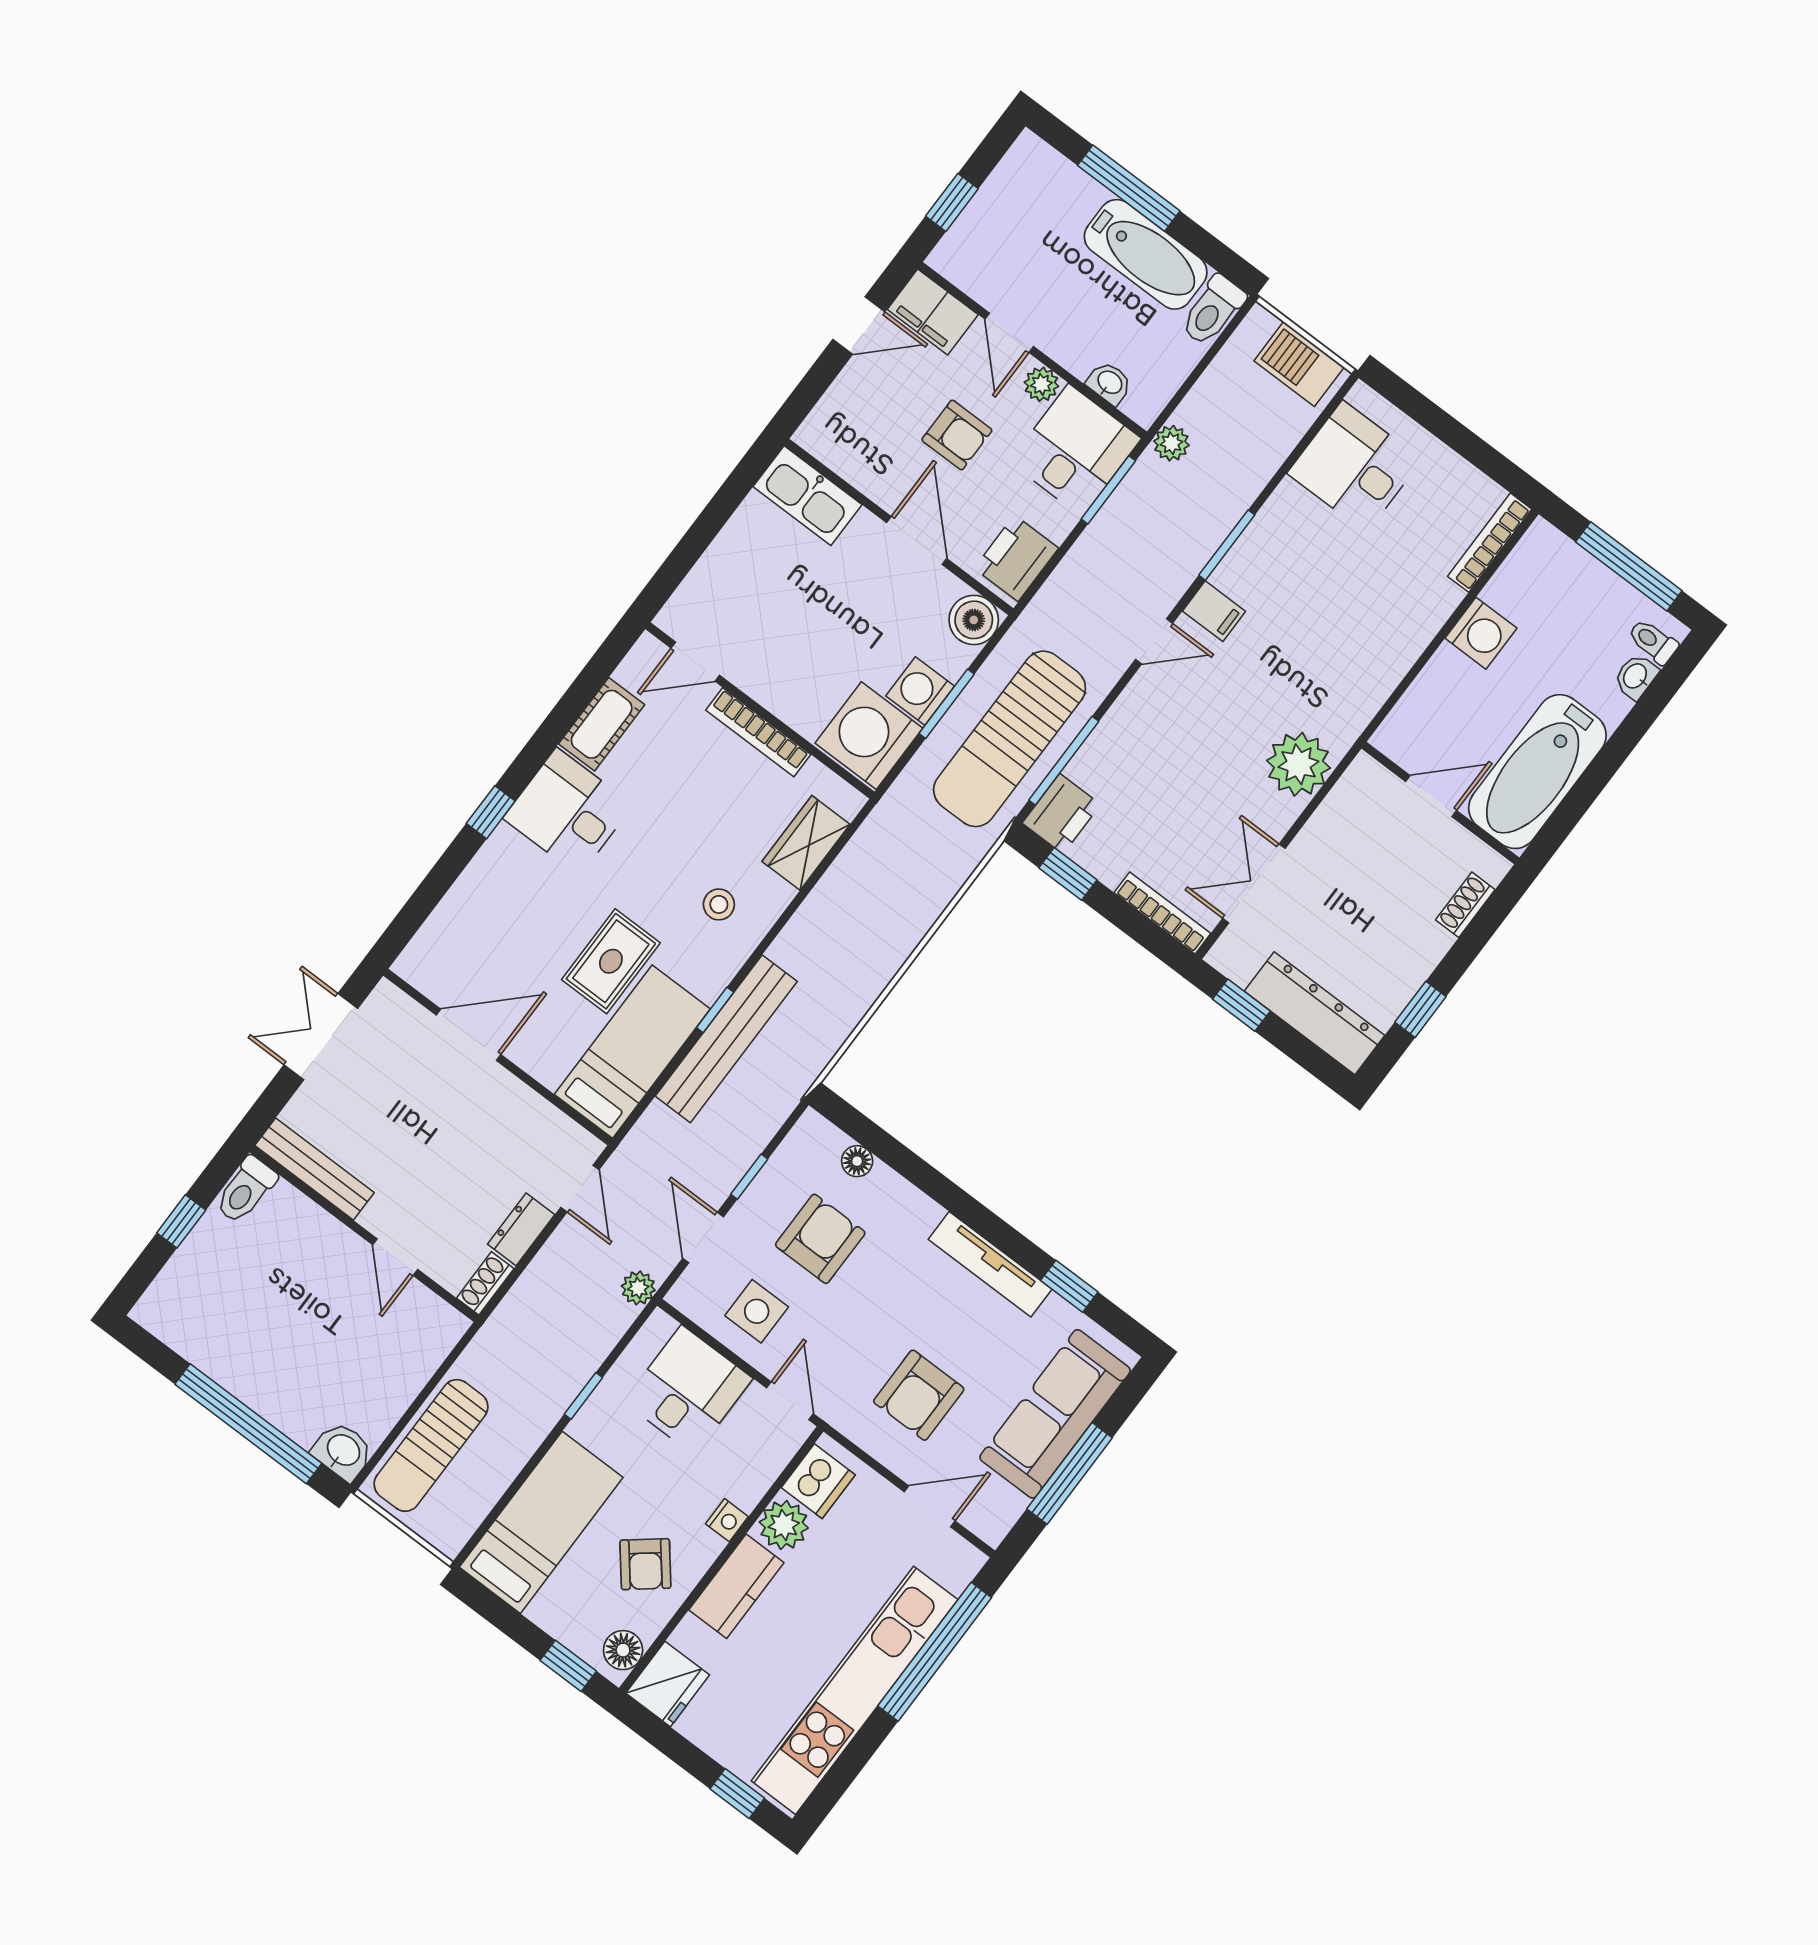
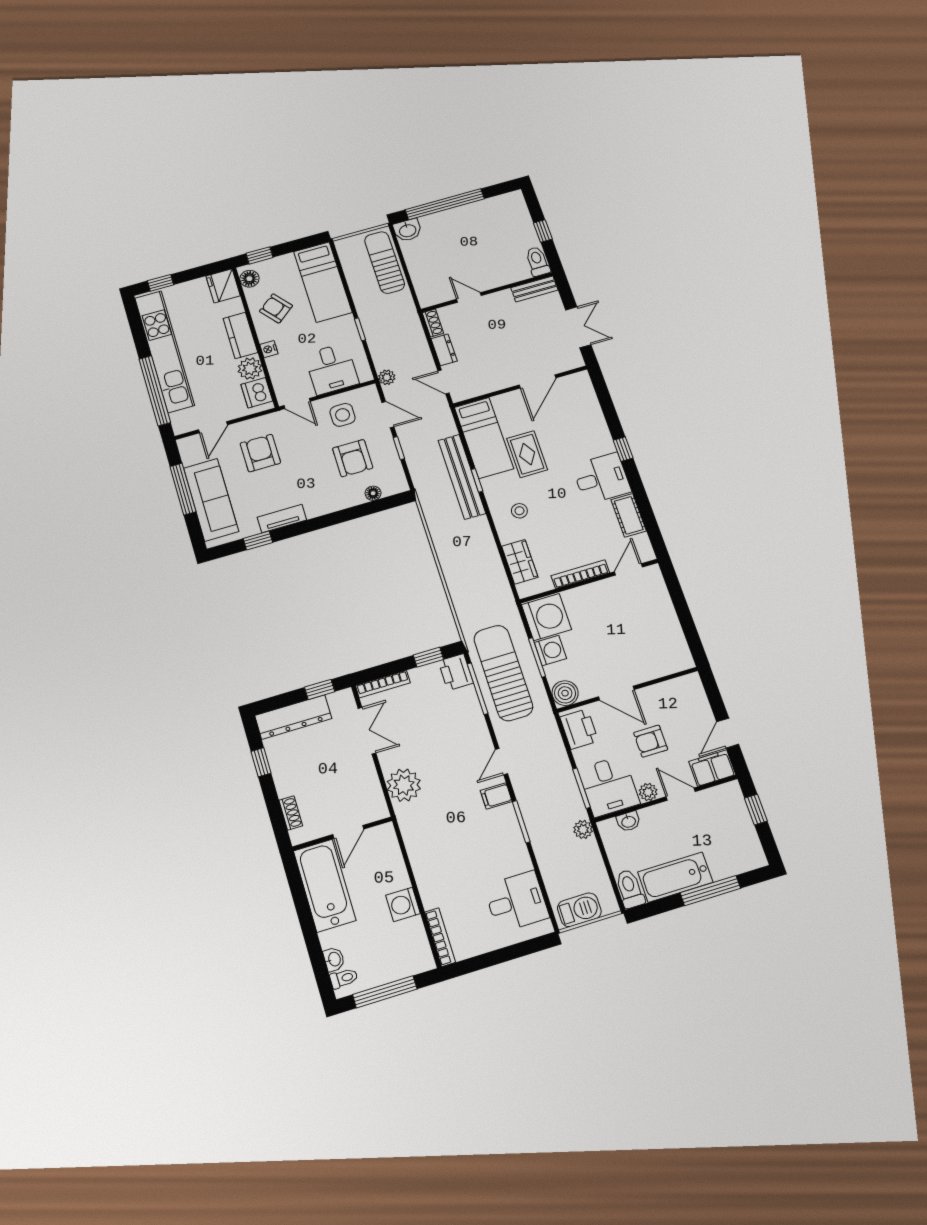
kitchen sink: (807, 496) -> (668, 662), removed
bench: (314, 1169) -> (534, 289), width x0.73
tv unit: (990, 1264) -> (282, 519), width x0.71

